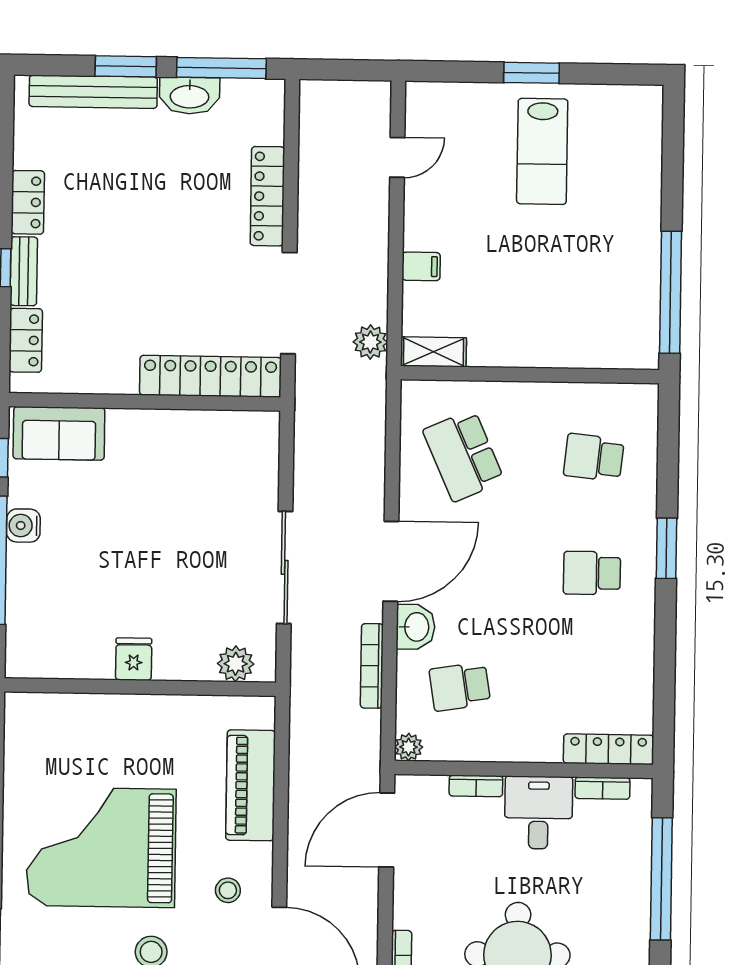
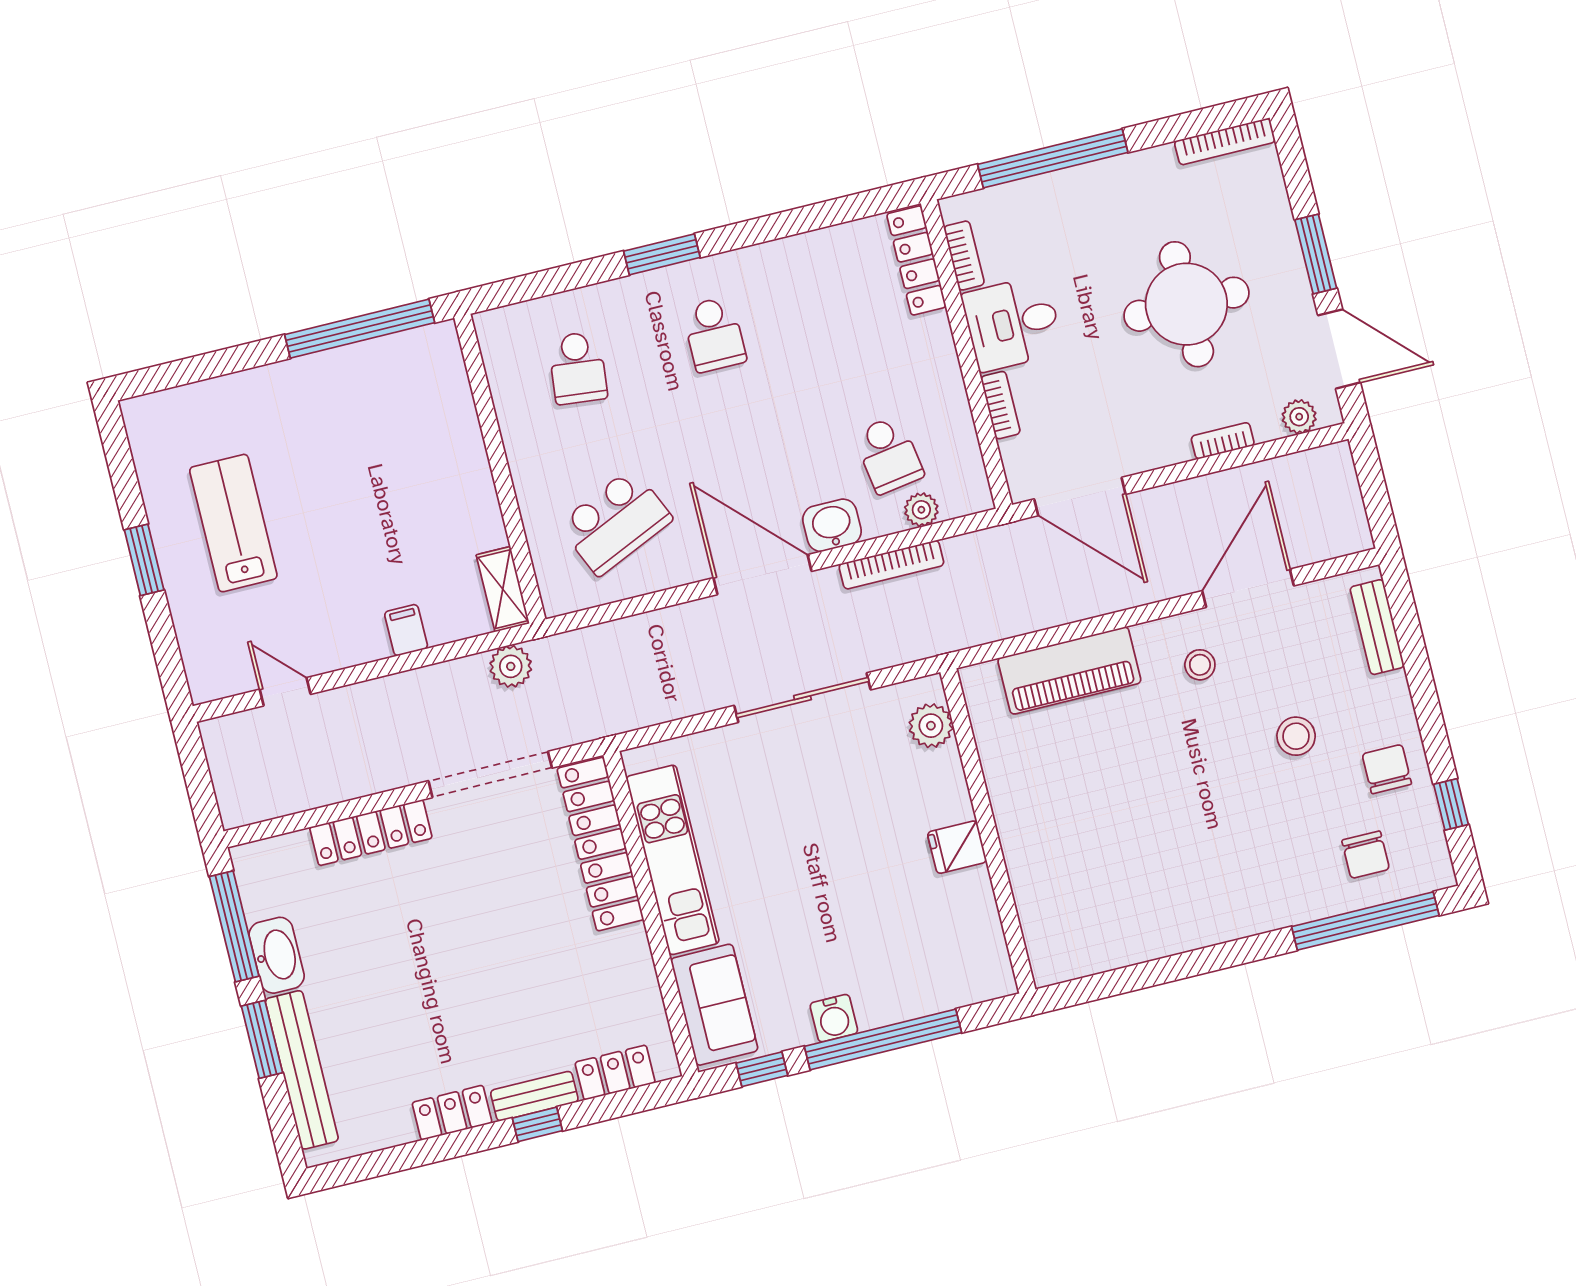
lab bench: (542, 151) -> (233, 523), turned -90
kitchen unit: (183, 430) -> (673, 860), added
plant: (409, 747) -> (921, 510), moved
grand piano: (101, 847) -> (1189, 827), removed

